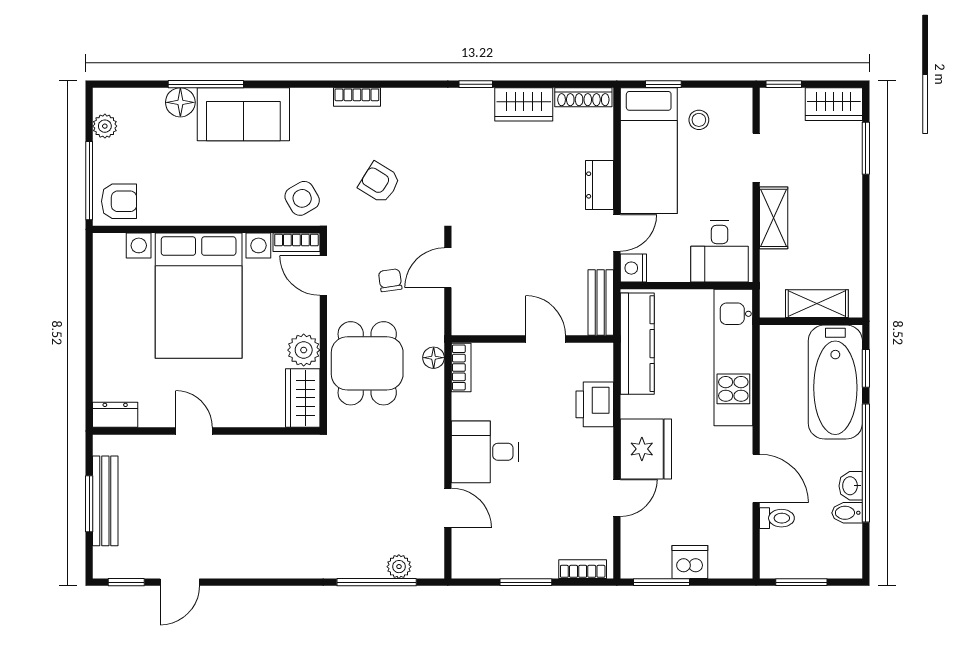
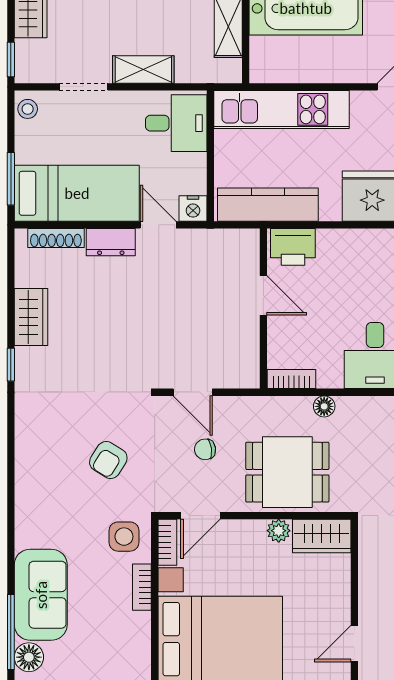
window: (663, 84) -> (11, 179), width x1.50
bookcase: (357, 97) -> (142, 587), moved, turned 180
shoe rack: (583, 97) -> (56, 238), moved, turned 90
stool: (699, 120) -> (28, 109), moved
side table: (302, 198) -> (124, 537), turned 30
bench: (601, 303) -> (227, 241), removed
door: (546, 339) -> (263, 295), swing flipped
plant: (304, 350) -> (279, 531), width x0.73, depth x0.73
floor lamp: (434, 358) -> (324, 406), moved
printer: (595, 404) -> (293, 247), moved

